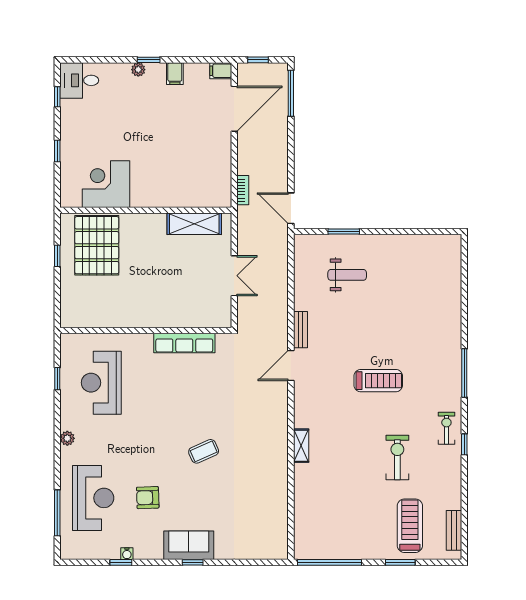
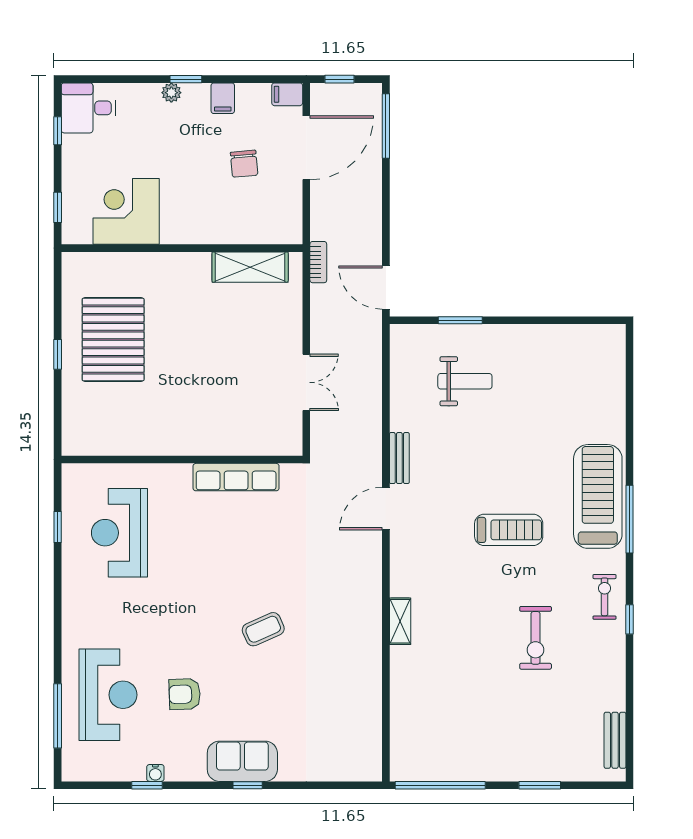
chair: (190, 120) -> (244, 164), added
corner desk: (106, 184) -> (126, 211), moved
wall: (146, 210) -> (182, 248), moved
shelving: (194, 224) -> (250, 267), moved
plant: (67, 438) -> (72, 611), removed
exercise bike: (397, 457) -> (536, 638), turned 180
treadmill: (410, 526) -> (598, 496), moved, width x1.37, depth x1.38

